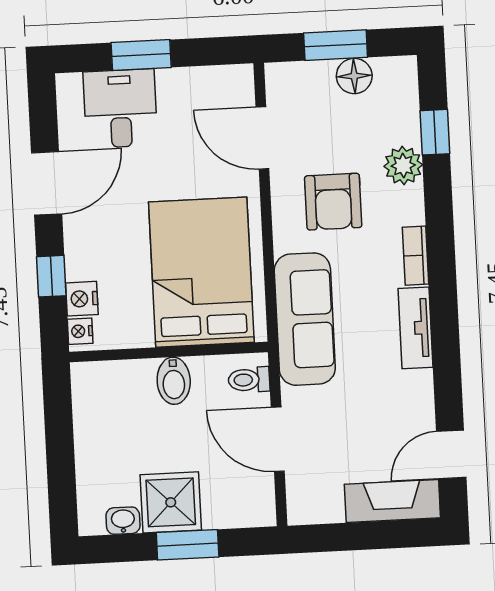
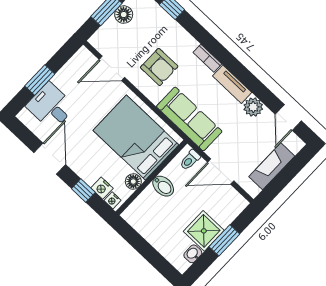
plant: (403, 166) -> (253, 107), moved
floor lamp: (137, 333) -> (133, 181), added
fireplace: (392, 501) -> (272, 166), moved

